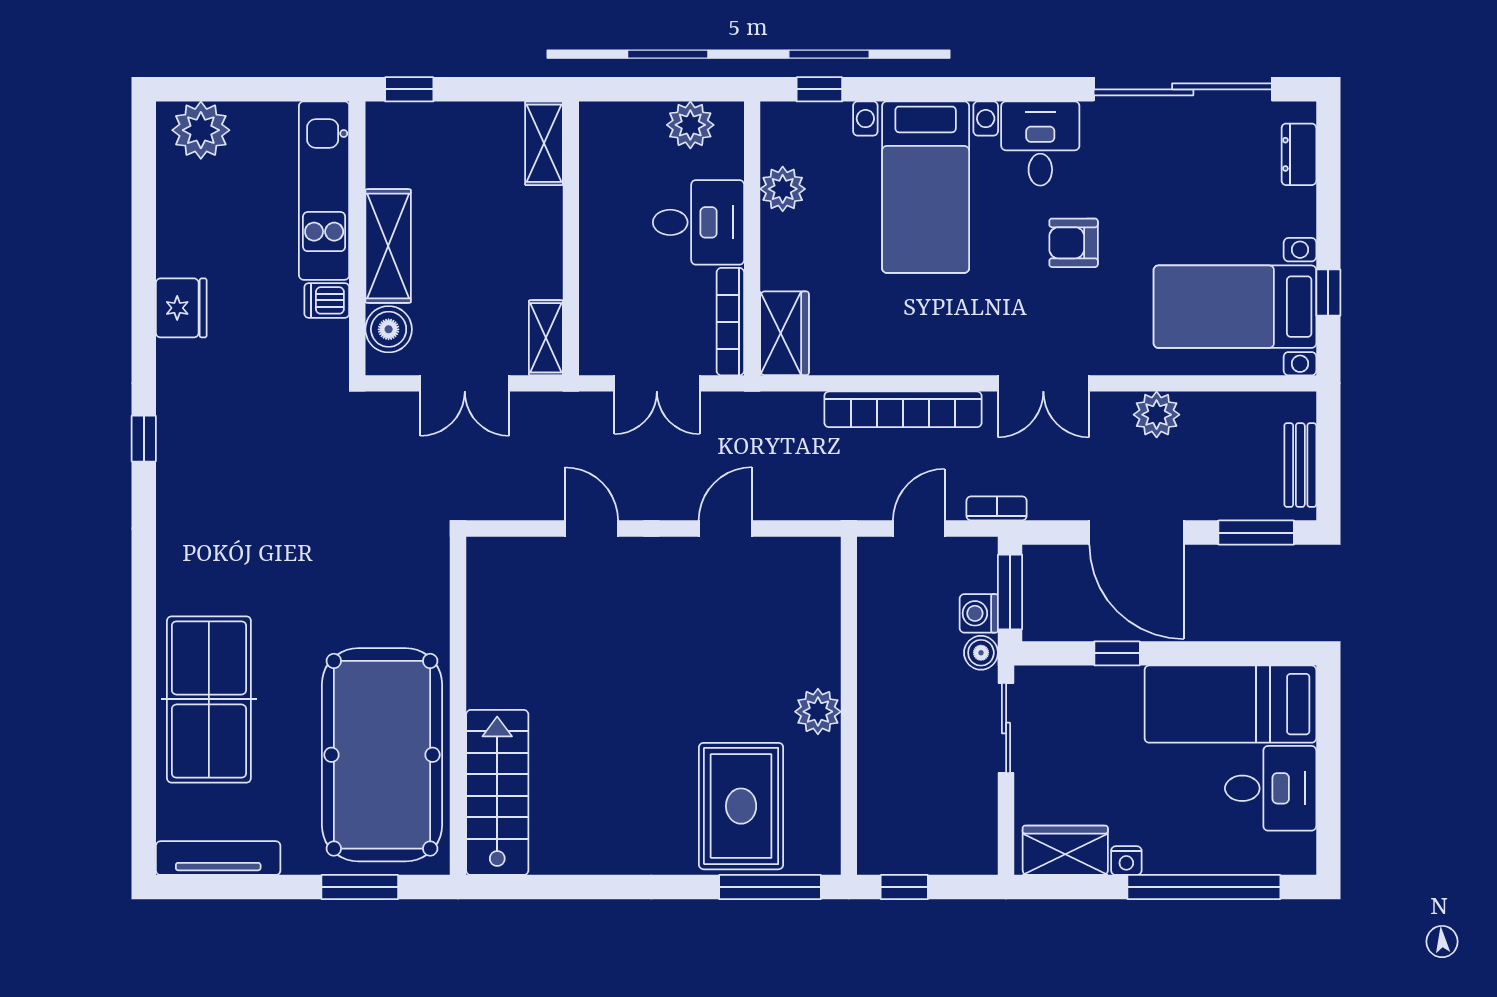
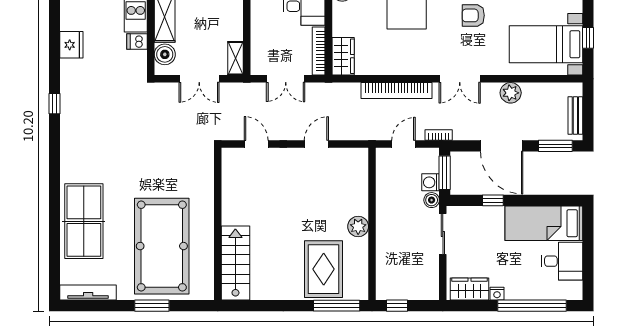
wall: (458, 706) -> (218, 224), moved
stairs: (497, 792) -> (235, 263), moved

